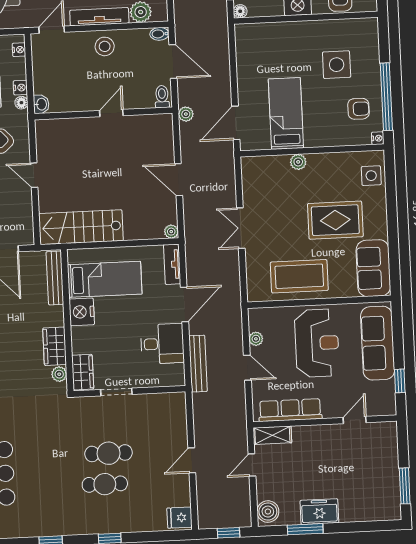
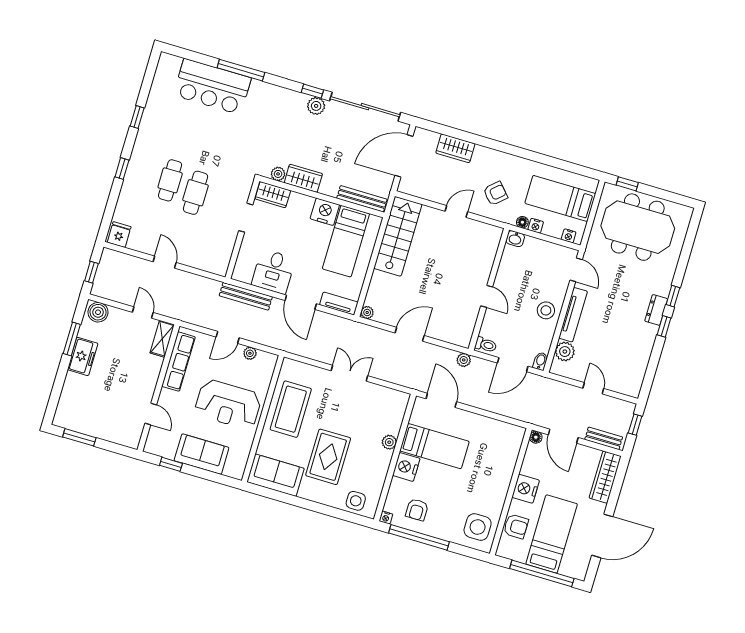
side table: (337, 65) -> (478, 527), moved
nightstand: (318, 135) -> (406, 467), added
sofa: (378, 343) -> (202, 454), width x0.73

